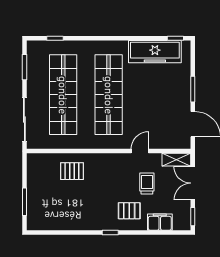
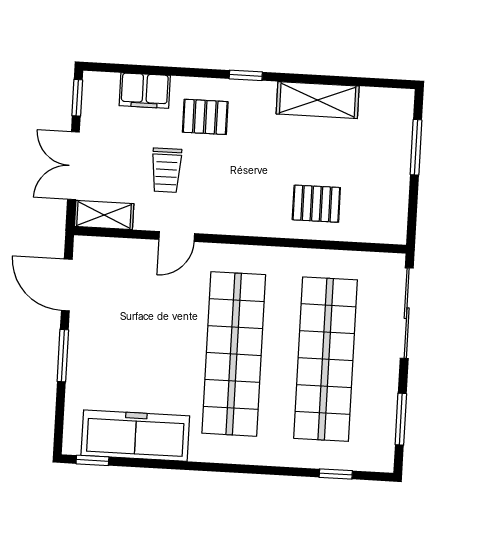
double door: (193, 183) -> (73, 166), swing flipped
shelving: (74, 222) -> (318, 100), added

